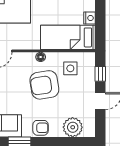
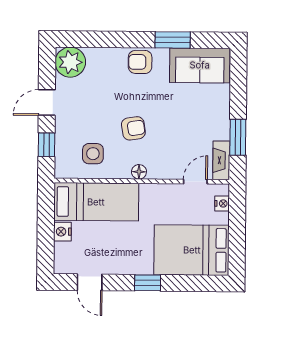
armchair: (44, 85) -> (133, 128), width x0.53, depth x0.53
plant: (73, 127) -> (70, 62), moved

